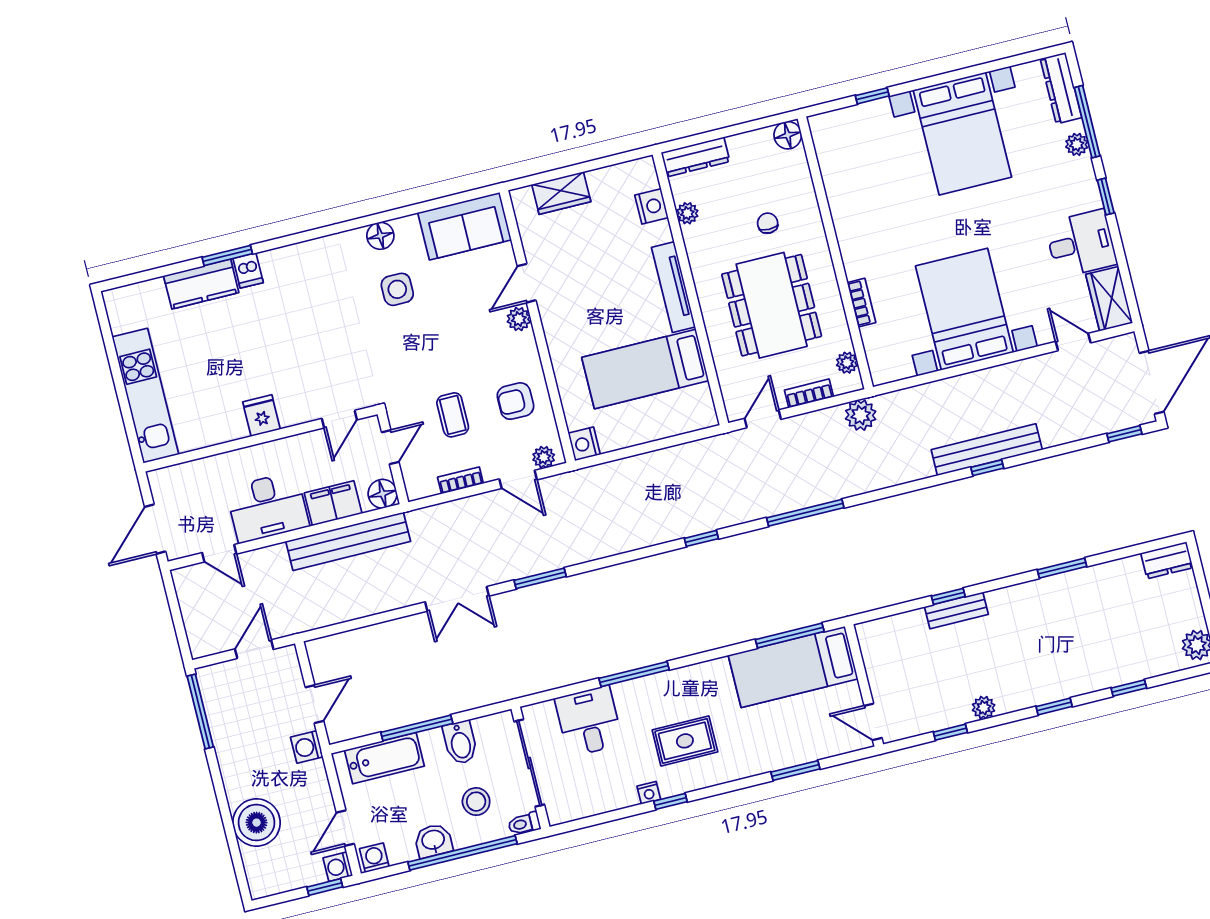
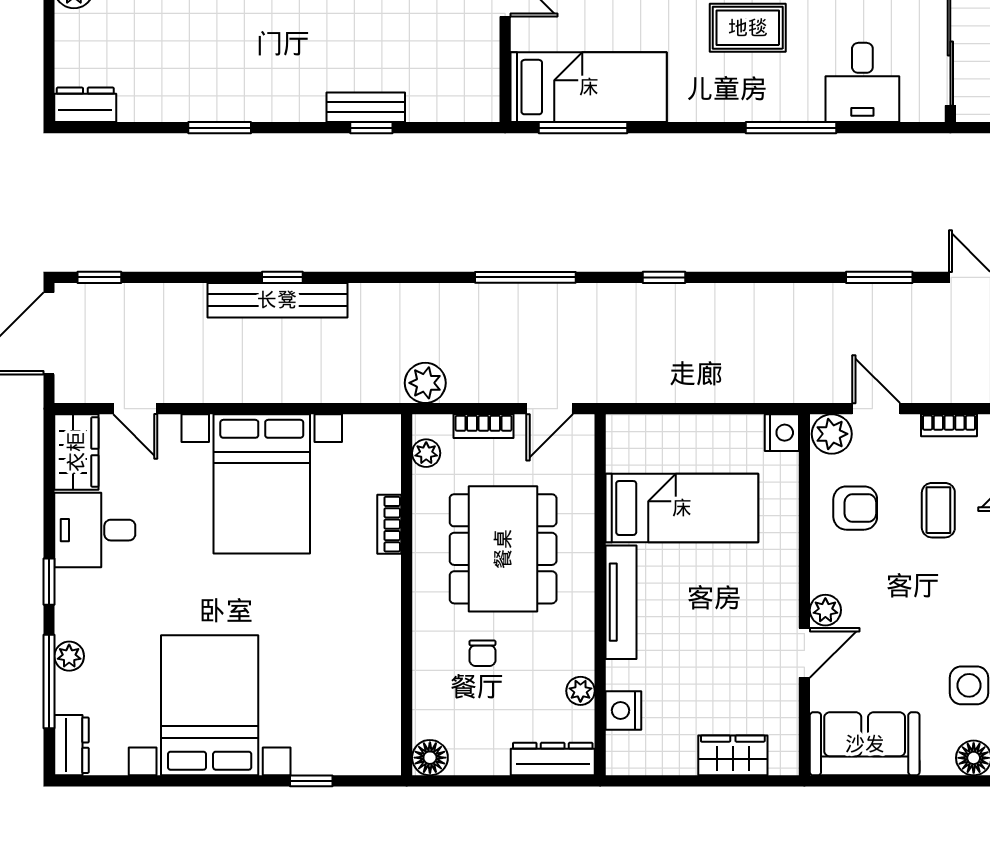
dresser: (1061, 88) -> (72, 745), width x0.70
plant: (544, 457) -> (832, 434), width x1.38, depth x1.38

